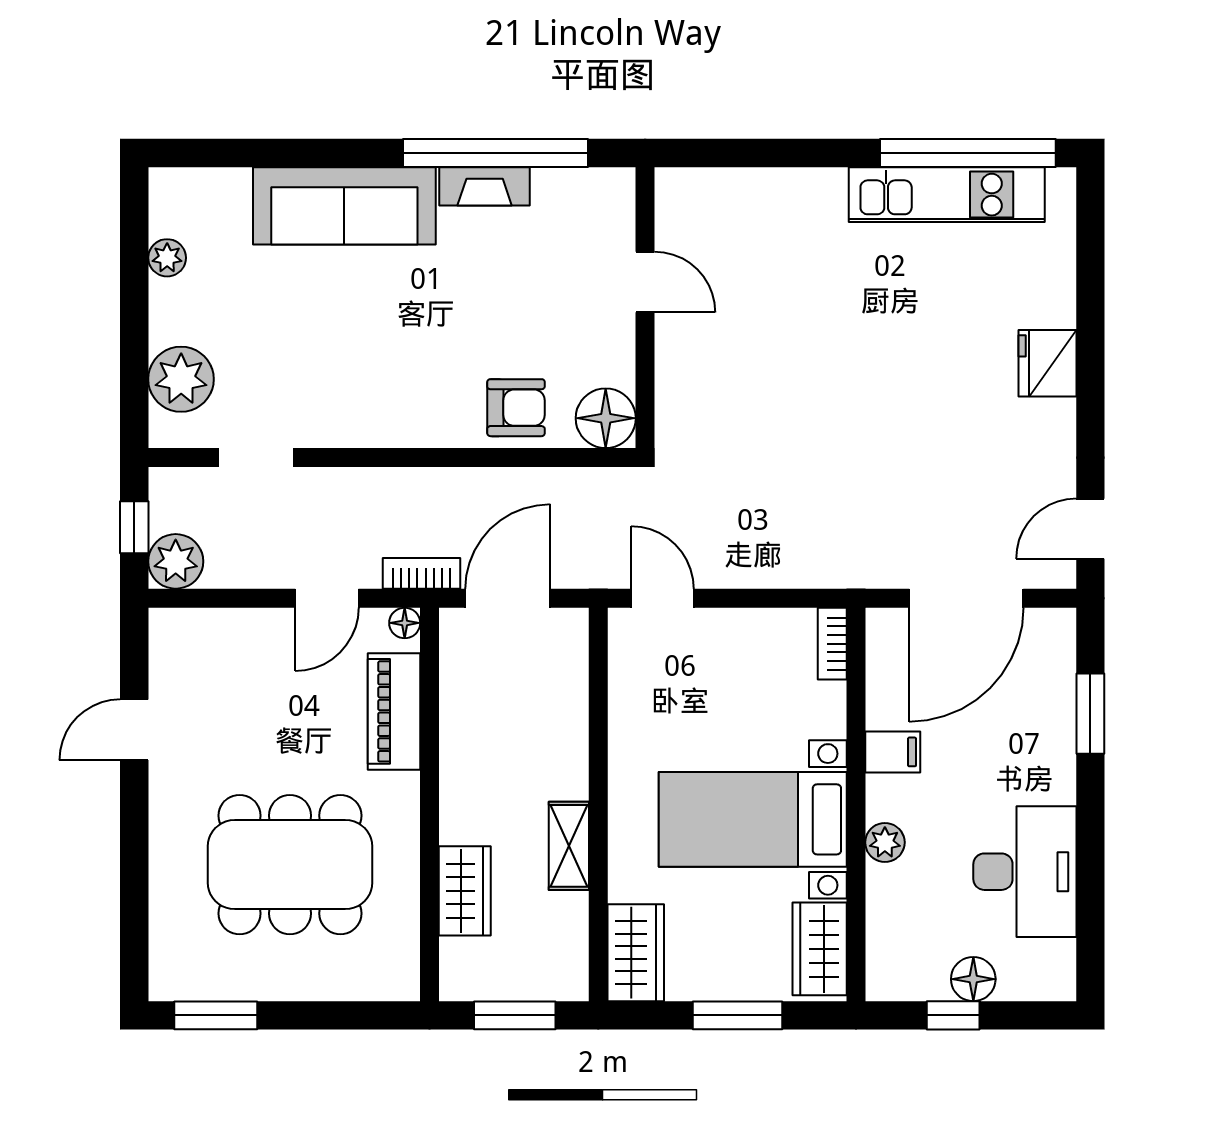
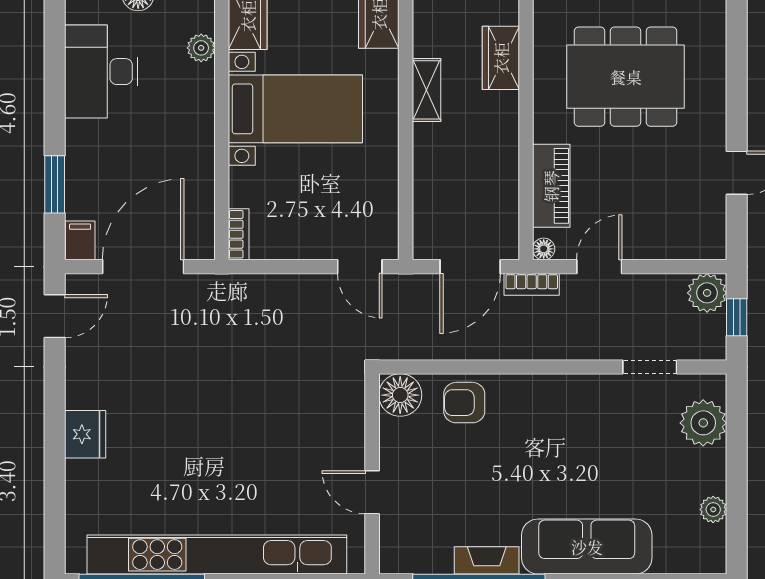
kitchen unit: (947, 195) -> (217, 555), width x1.86
filing cabinet: (893, 752) -> (80, 240), moved, turned 90
plant: (885, 842) -> (201, 48), moved

